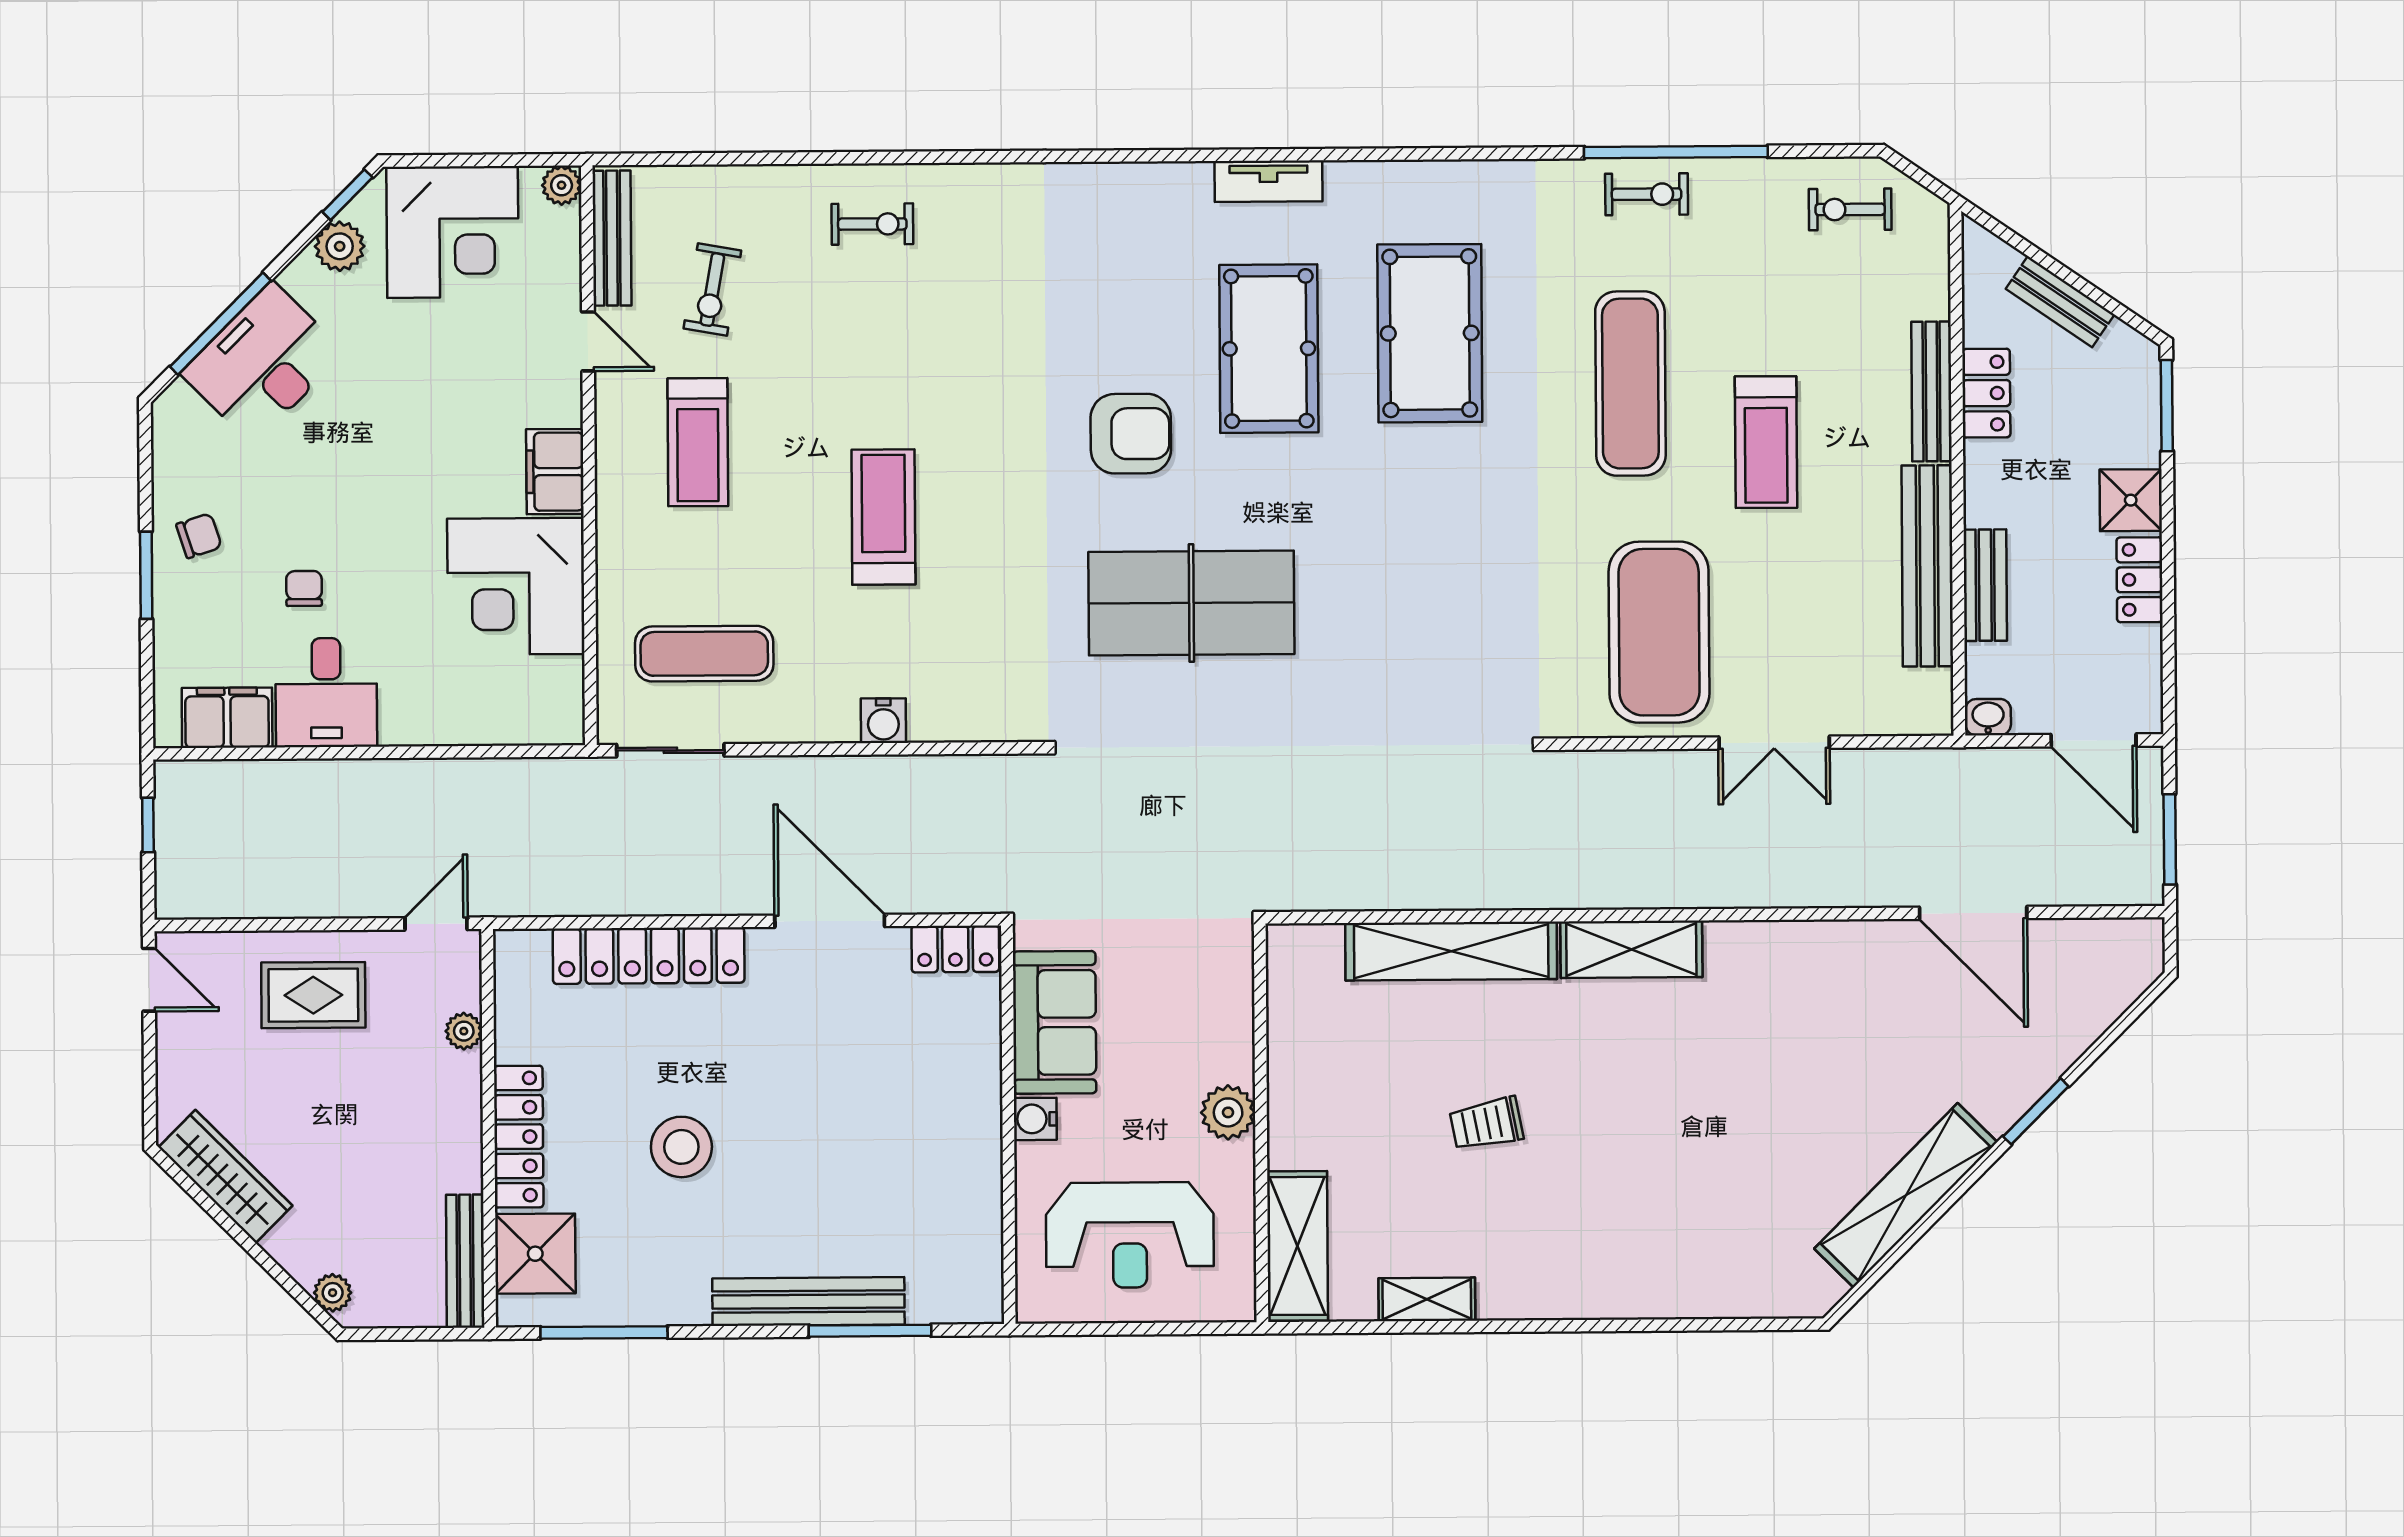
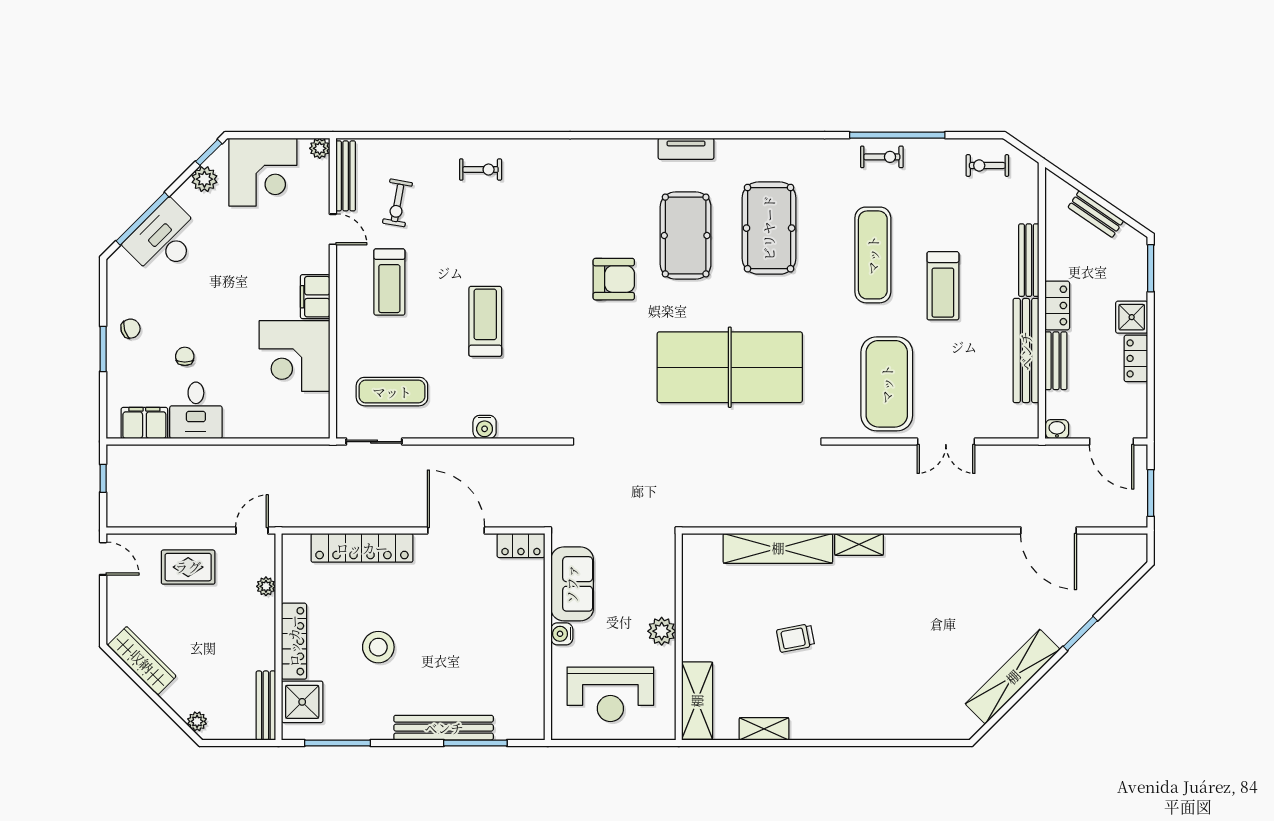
locker: (1986, 393) -> (1057, 305), moved
table tennis table: (1191, 603) -> (730, 367), moved, width x1.36, depth x1.32
shelving: (1631, 949) -> (859, 544), width x0.67, depth x0.75

